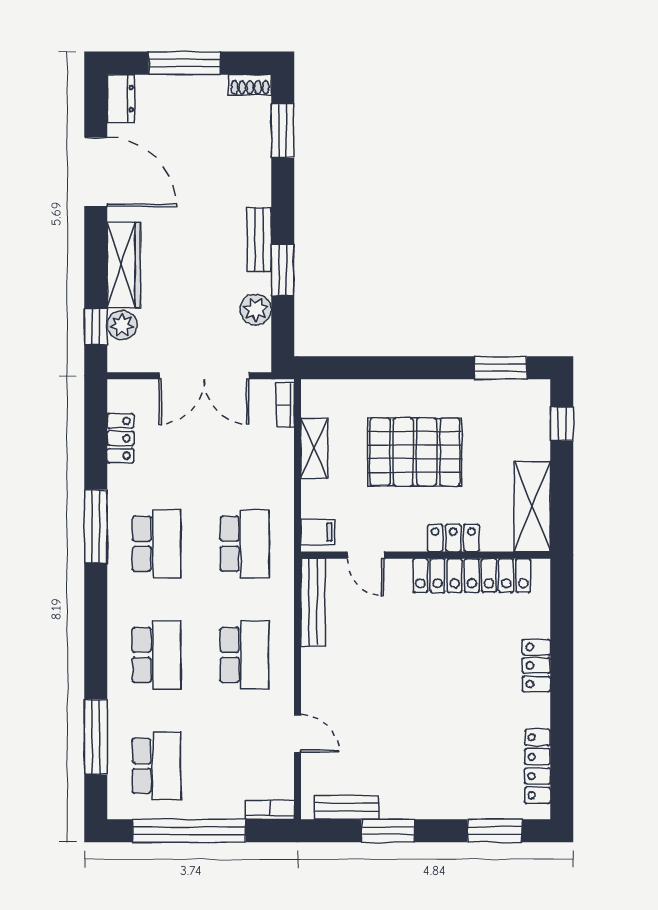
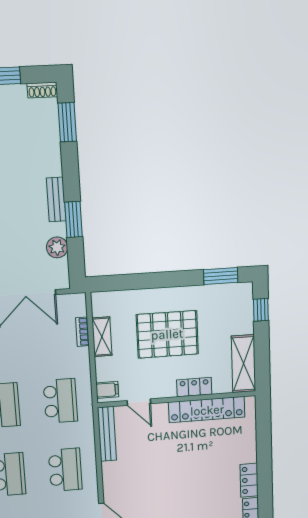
bookcase: (285, 405) -> (82, 332), moved
locker: (536, 666) -> (249, 480), moved

